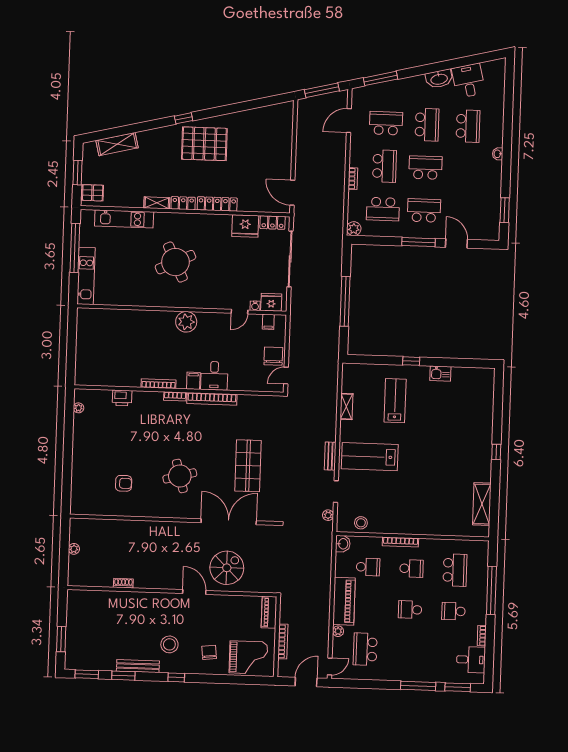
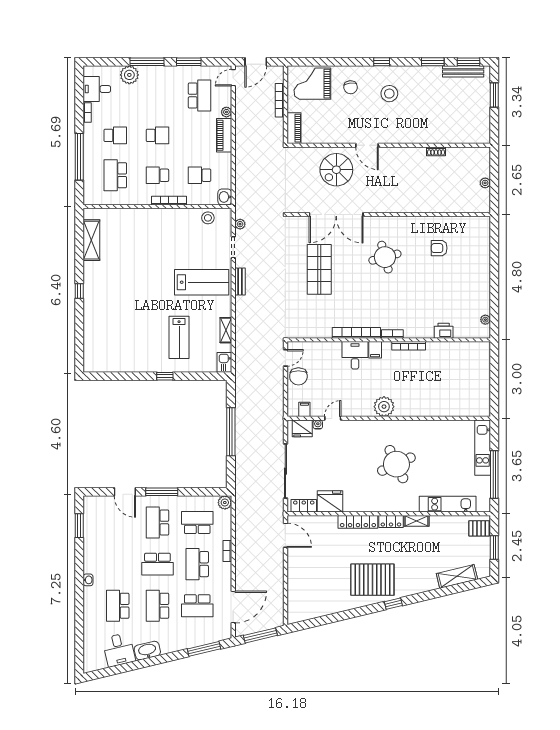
door: (349, 121) -> (233, 607), width x1.36
school desk: (424, 210) -> (157, 523), turned 90
kitchen sink: (440, 374) -> (224, 362), moved, turned -90
piano: (344, 601) -> (224, 135), width x0.73, depth x0.75
bench: (138, 666) -> (463, 71), moved
plant: (437, 673) -> (129, 75), added
window: (458, 687) -> (189, 62), moved

